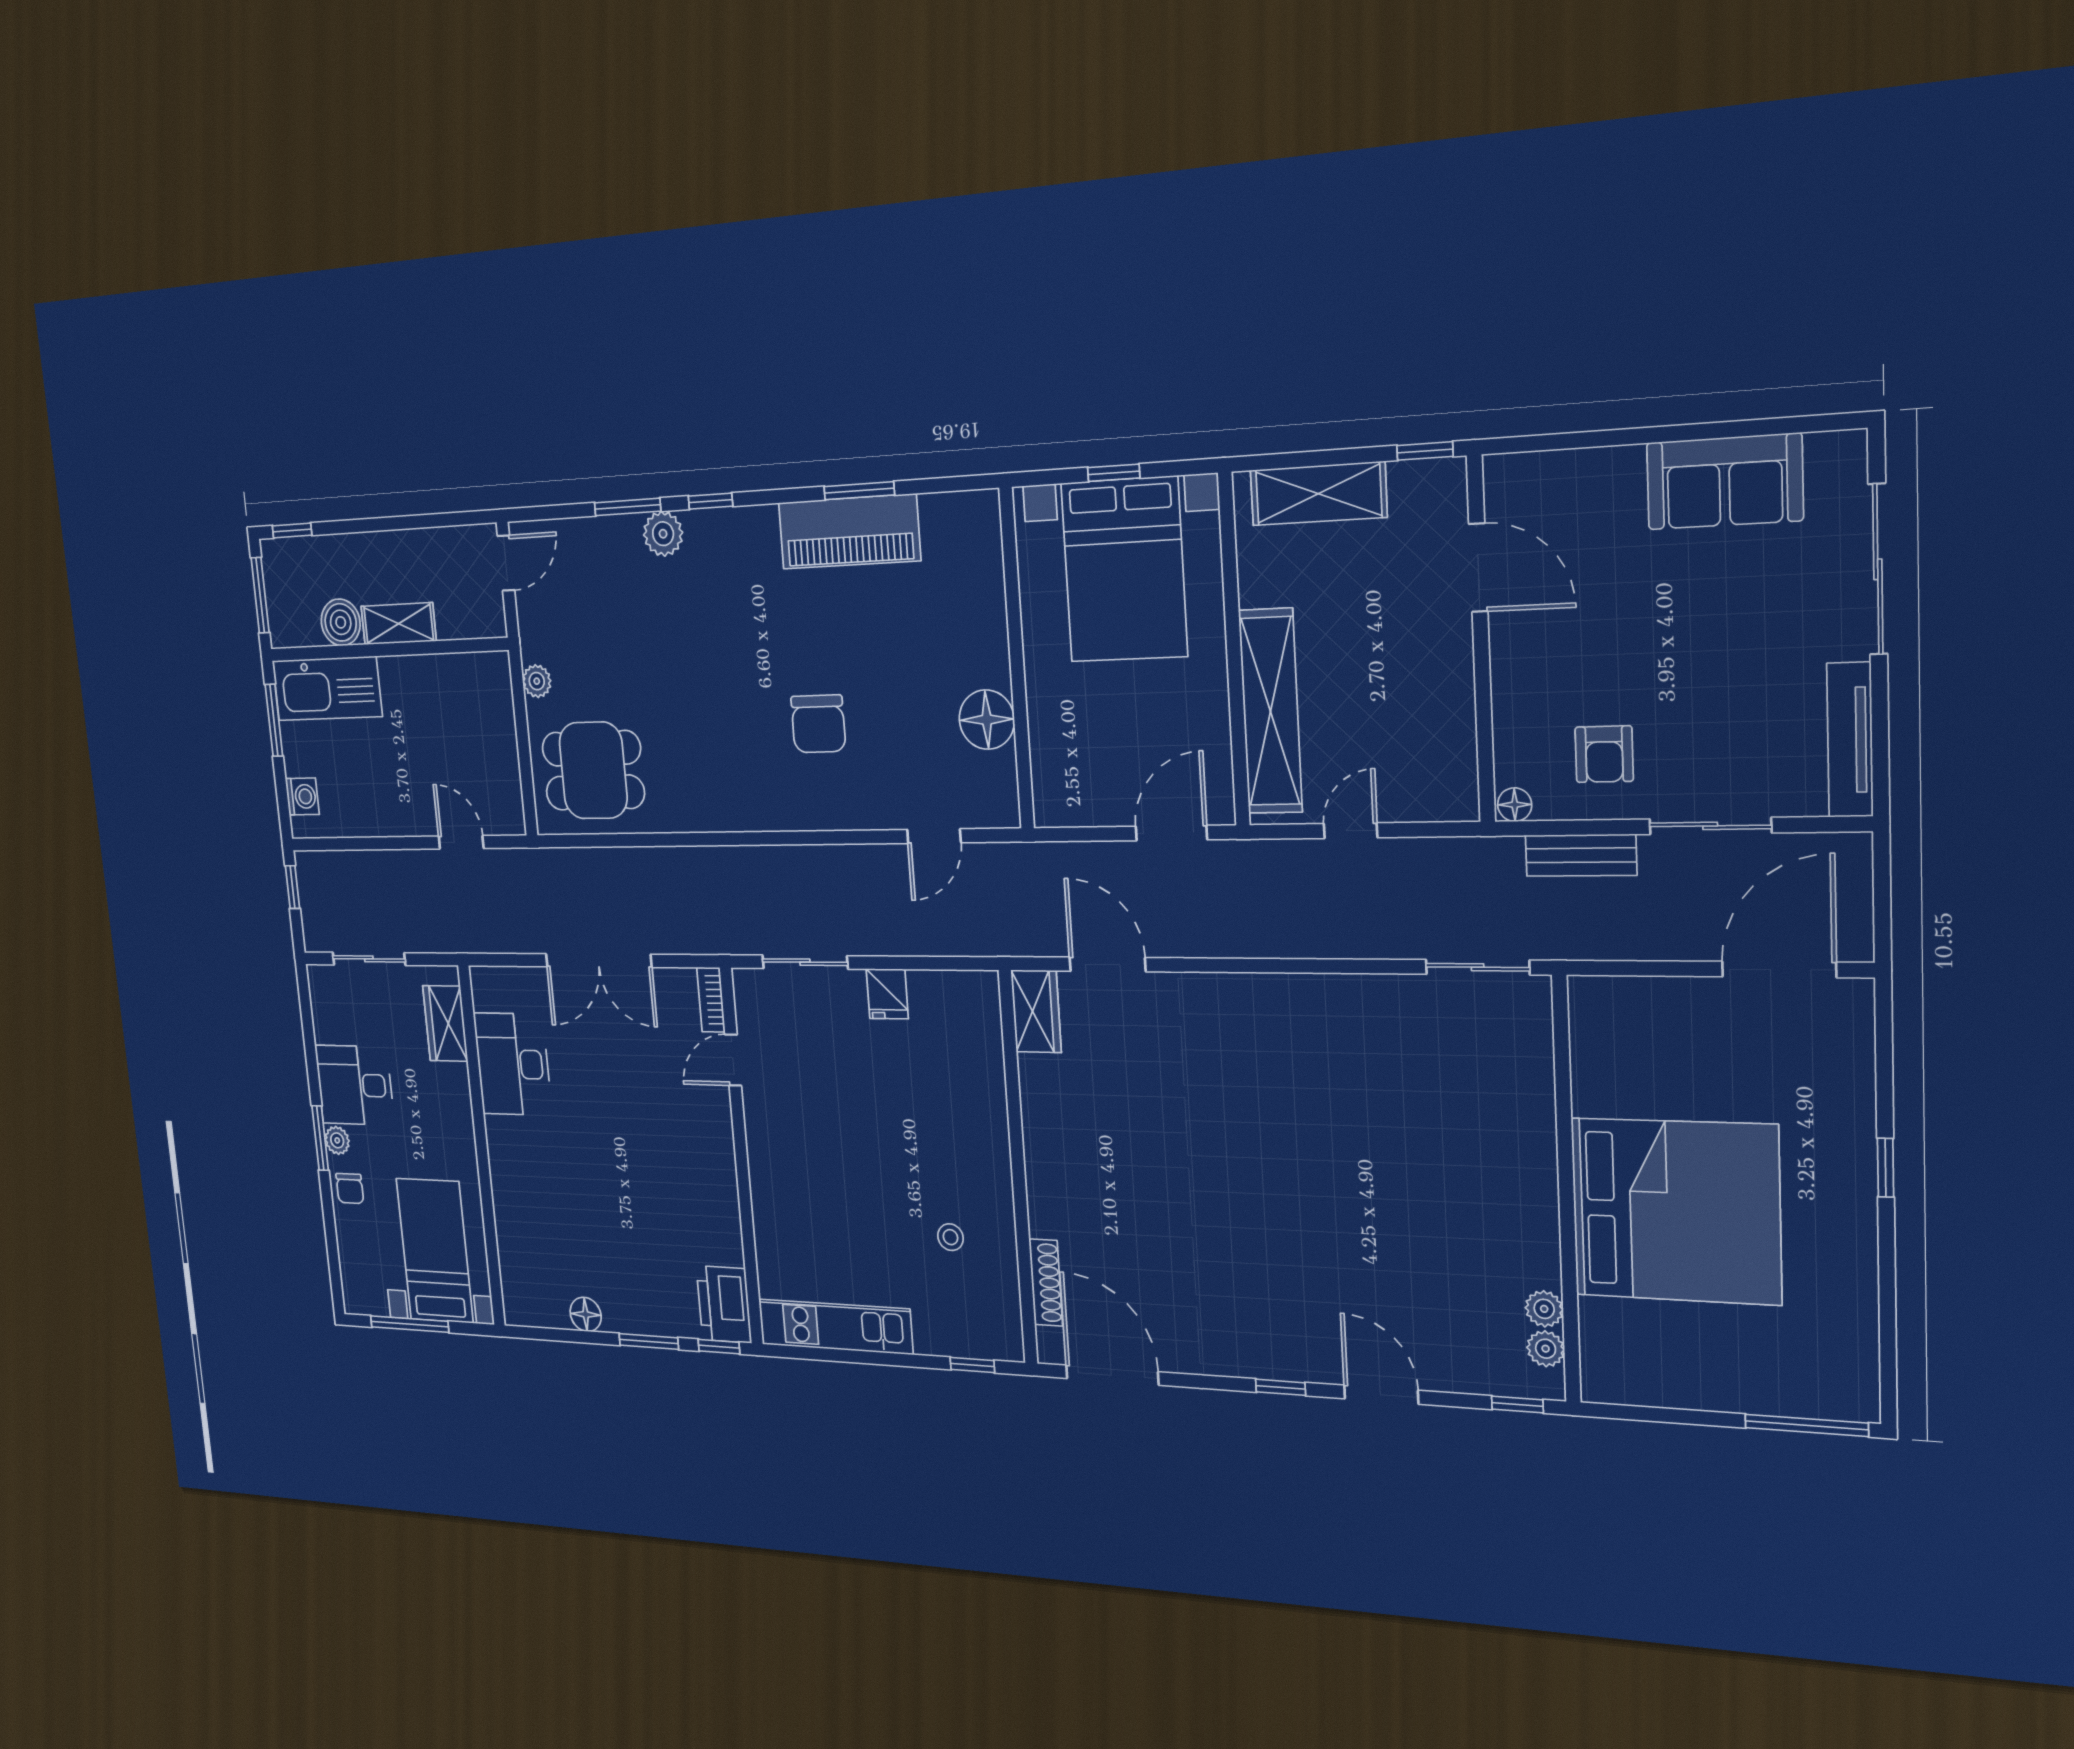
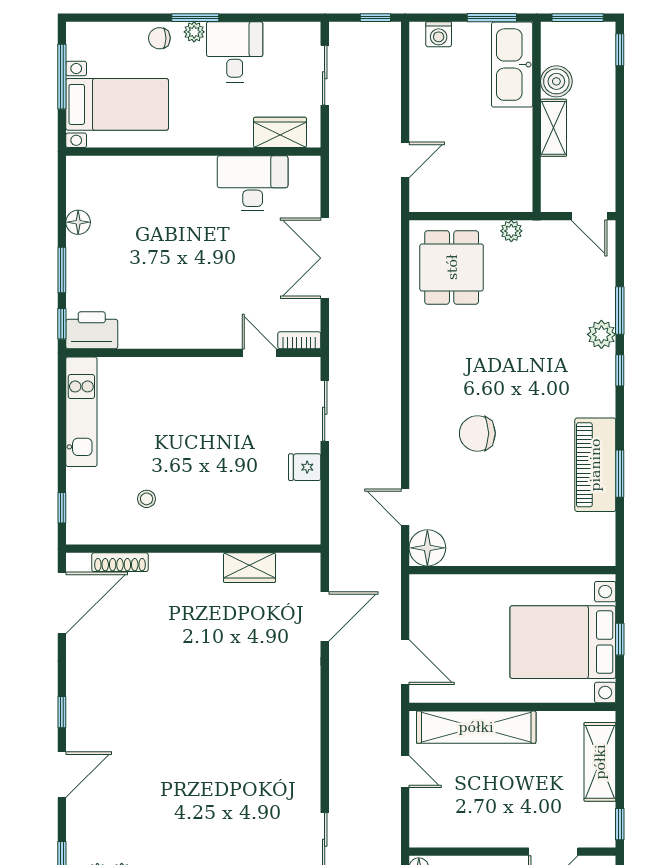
floor lamp: (987, 720) -> (427, 548), moved
wardrobe: (1036, 1011) -> (249, 568), moved

